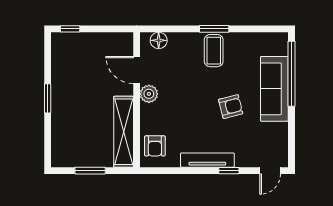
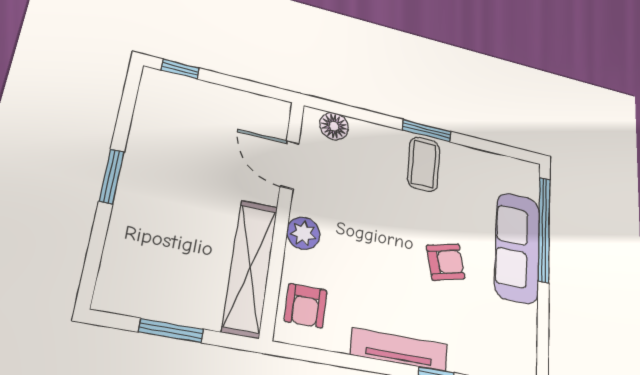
plant: (149, 94) -> (303, 233), moved

